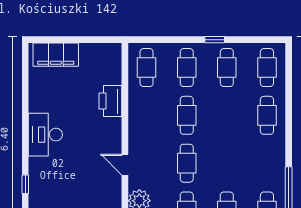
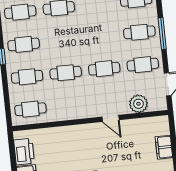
printer: (110, 101) -> (24, 152), moved, turned -90
door: (125, 165) -> (111, 118), hinge flipped

